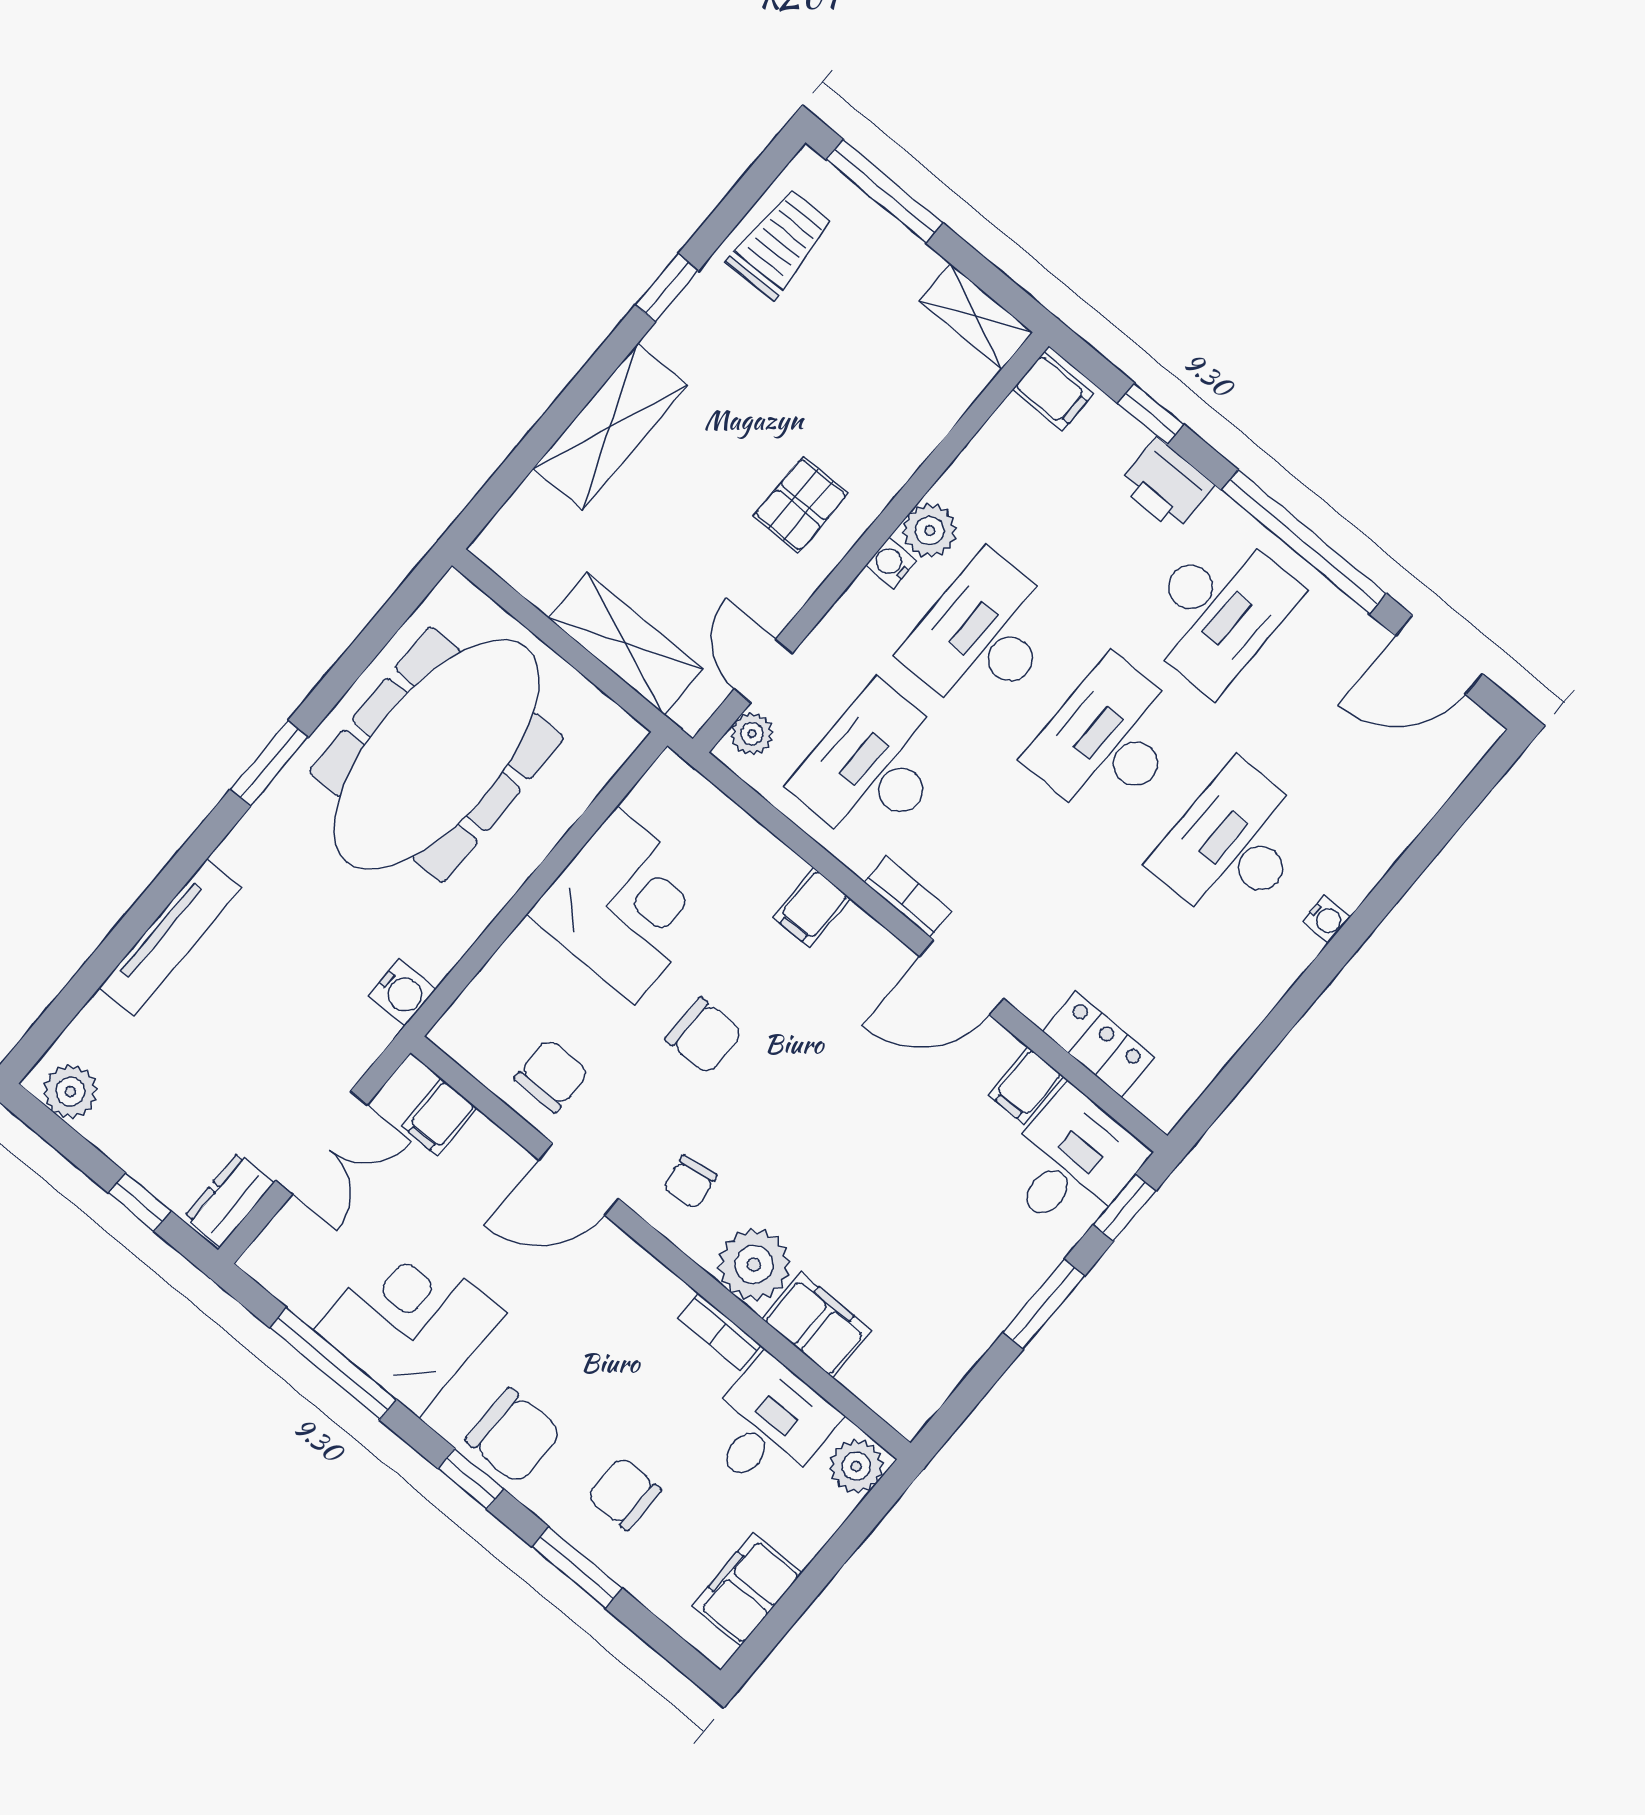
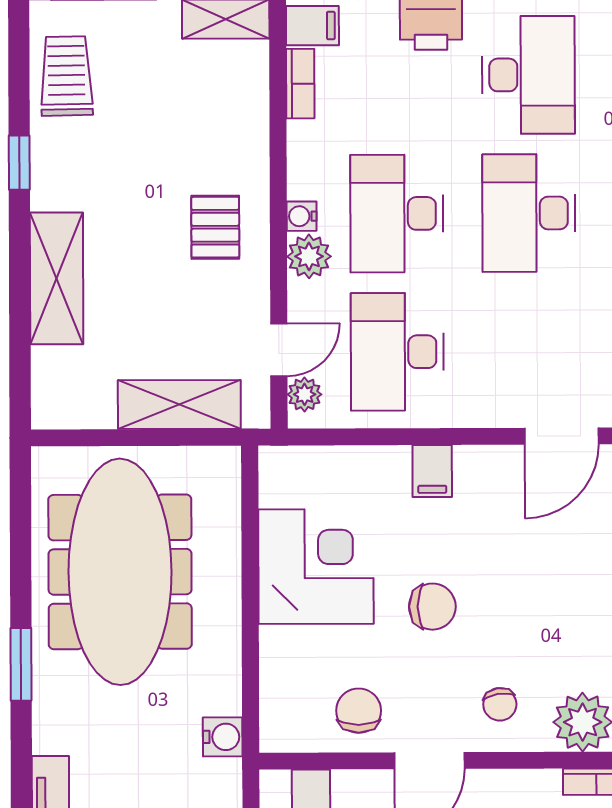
plant: (930, 531) -> (309, 256), moved
door: (763, 671) -> (279, 350), swing flipped
bookcase: (908, 897) -> (300, 84), moved, turned 90

